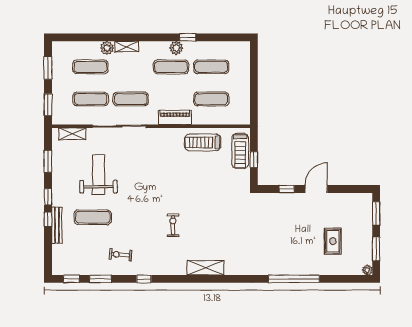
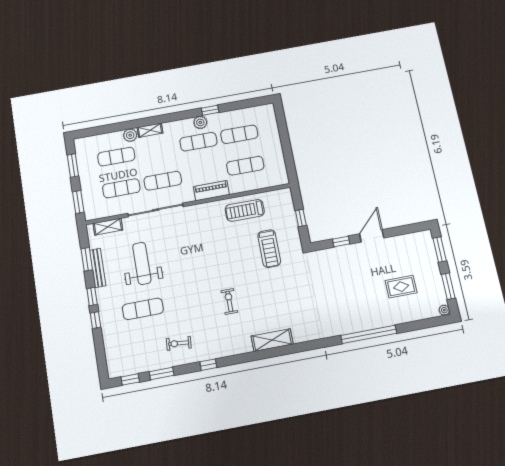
treadmill: (240, 151) -> (269, 249), moved
bench: (57, 225) -> (98, 268), moved
rug: (333, 241) -> (401, 287), turned 90

